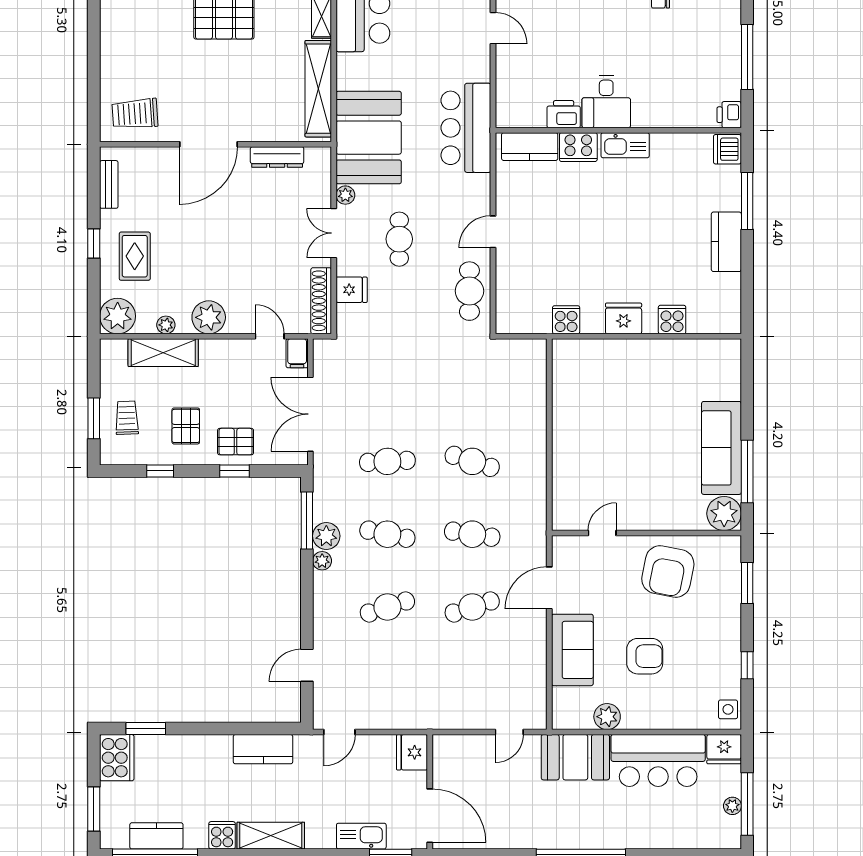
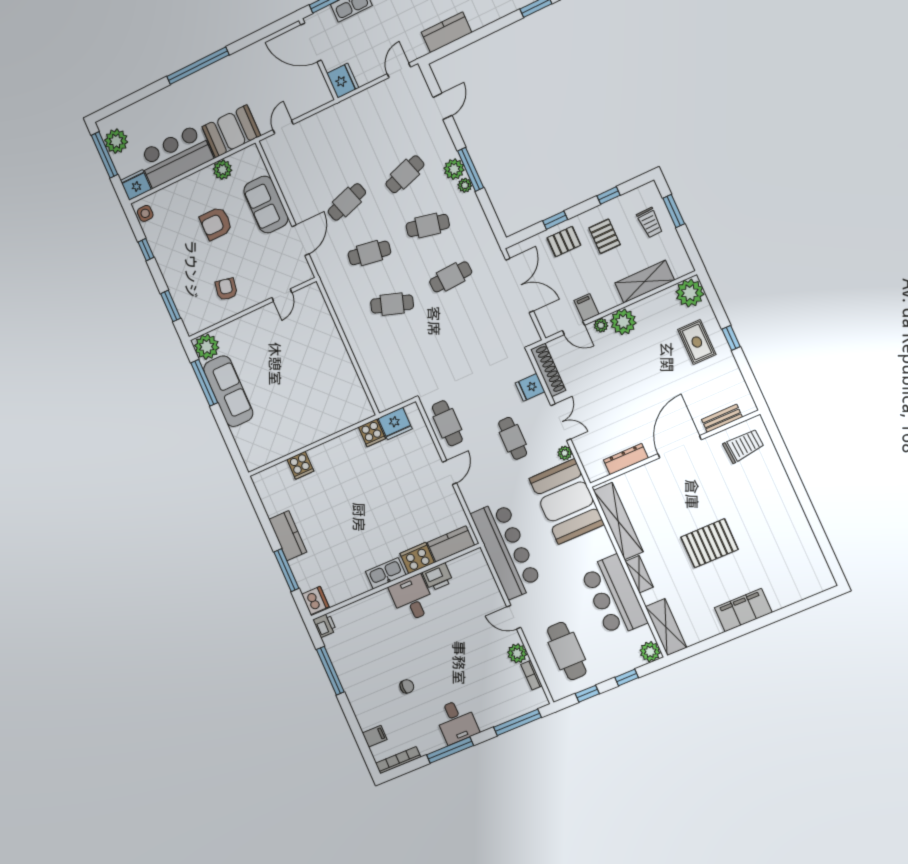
bar counter: (466, 128) -> (506, 550), width x1.36
bench: (109, 184) -> (722, 418), moved, turned 90
fridge: (624, 318) -> (395, 424), moved
plant: (166, 325) -> (601, 325), moved
filing cabinet: (297, 353) -> (586, 307), moved
window: (307, 520) -> (471, 169), moved
plant: (326, 536) -> (454, 169), moved
armchair: (668, 571) -> (226, 289), width x0.53, depth x0.53
plant: (732, 806) -> (116, 141), width x1.88, depth x1.88

